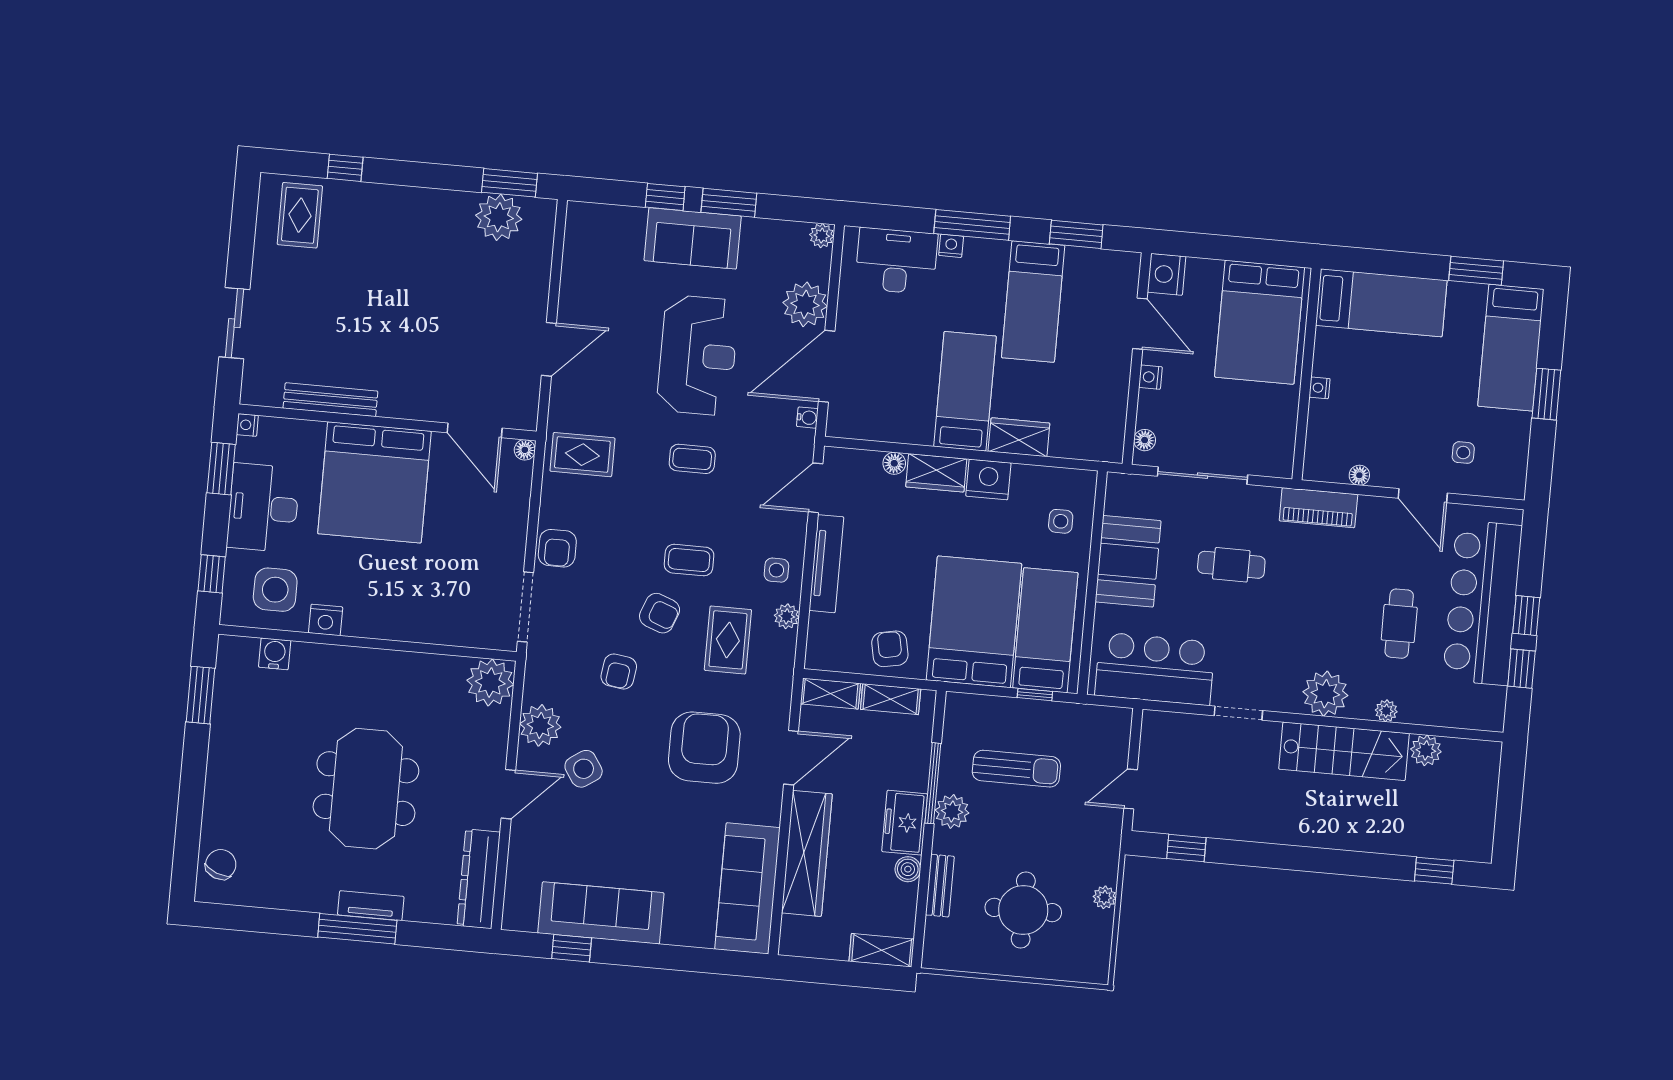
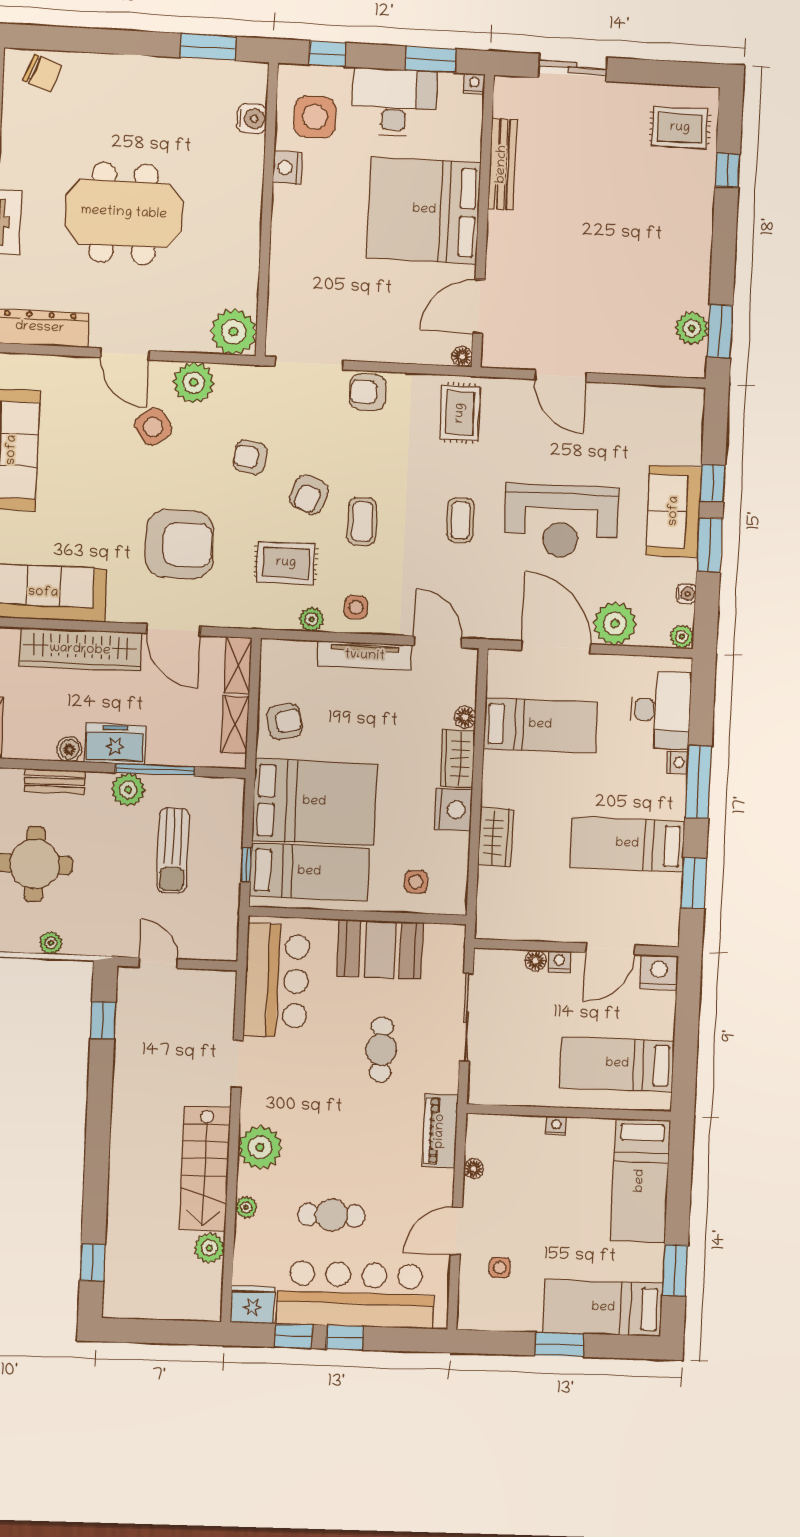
plant: (499, 217) -> (692, 328), width x0.73, depth x0.73
bed: (1259, 322) -> (617, 1064), width x0.67
bed: (965, 391) -> (540, 725), moved
water cooler: (807, 418) -> (686, 594), moved, turned -90
floor lamp: (1145, 440) -> (535, 961), moved
fridge: (1487, 709) -> (253, 1304), added

